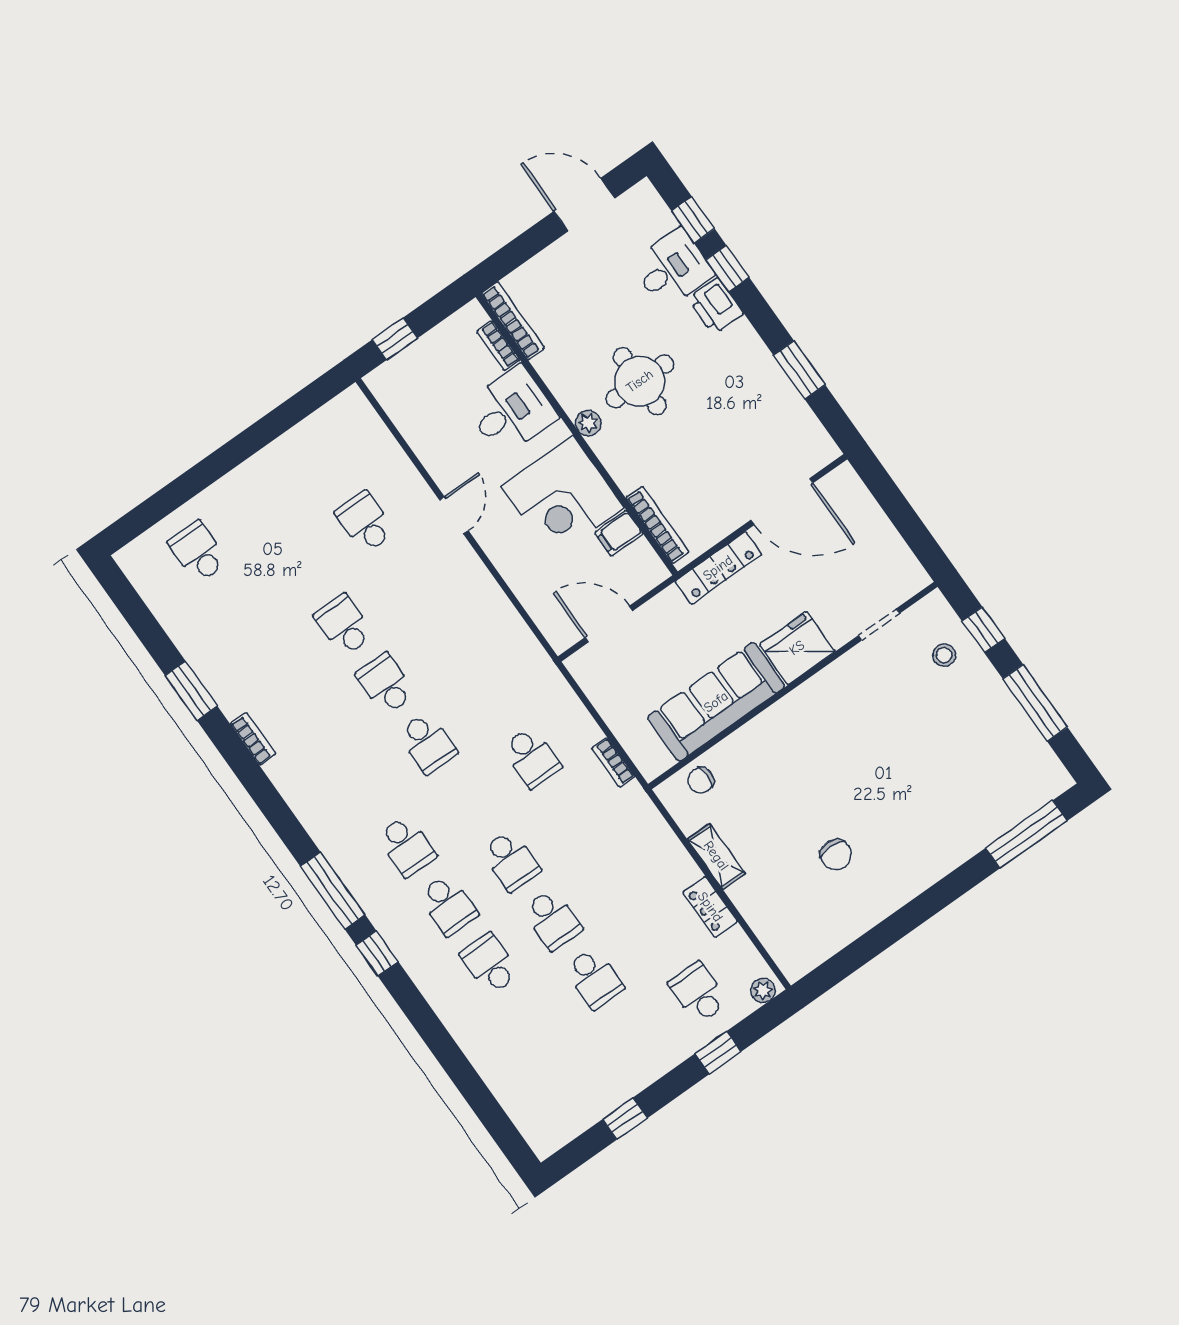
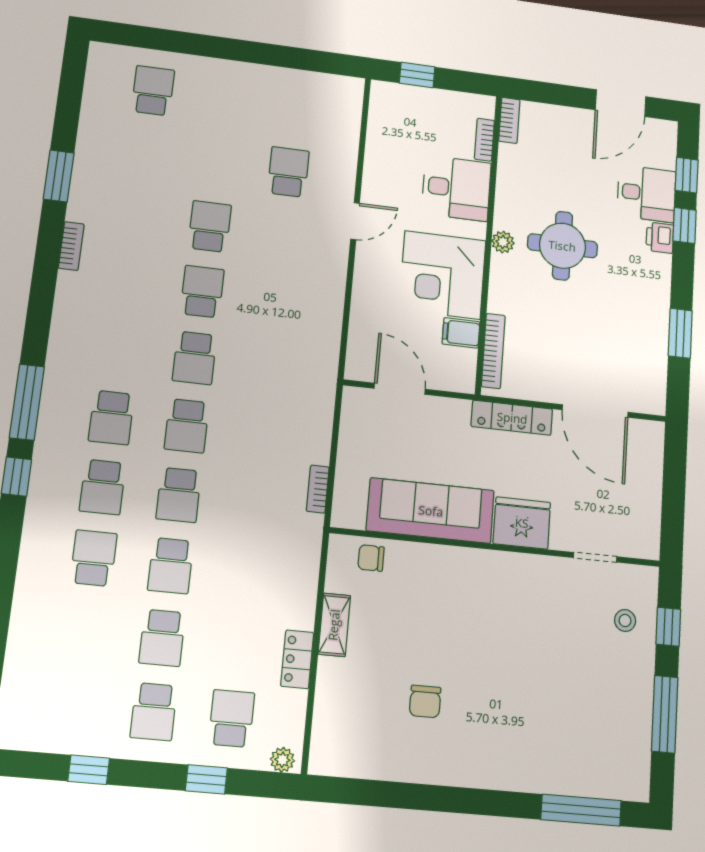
door: (584, 205) -> (621, 103), swing flipped
printer: (716, 306) -> (660, 238), width x0.73, depth x0.81
bookcase: (513, 321) -> (509, 120), width x0.64
school desk: (532, 757) -> (187, 426), moved
school desk: (636, 1037) -> (154, 712), added

